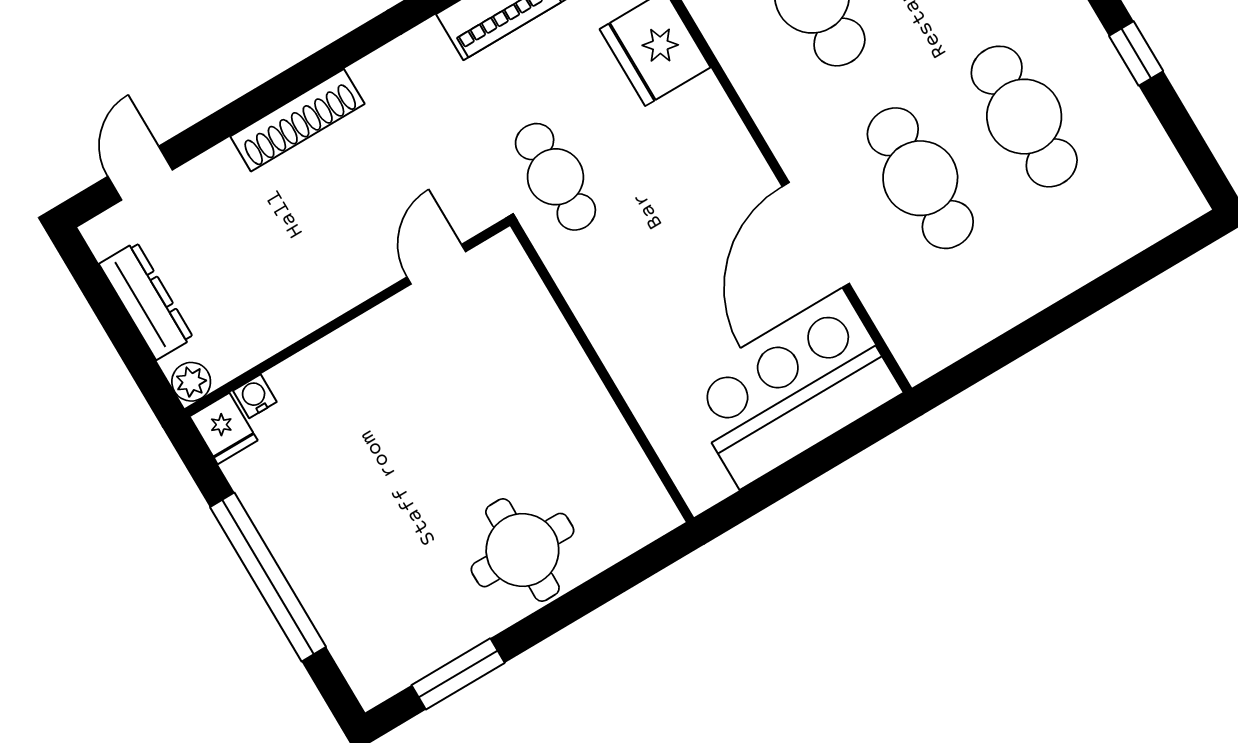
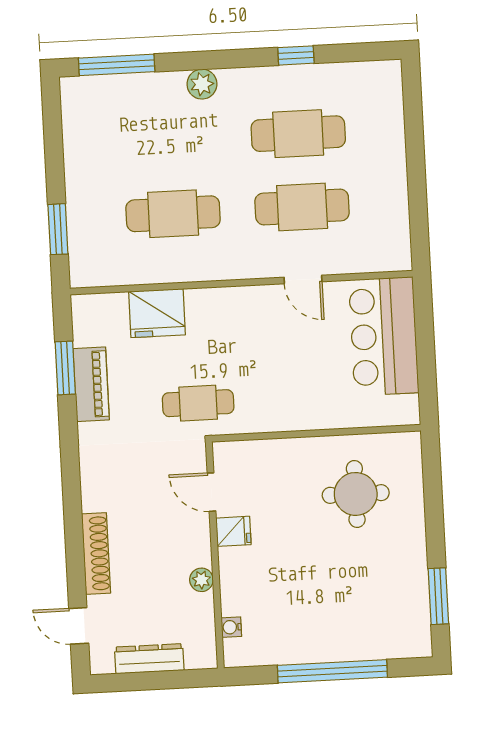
shoe rack: (297, 120) -> (96, 553), moved
door: (816, 235) -> (303, 279), width x0.53
plant: (191, 382) -> (201, 580), moved
fridge: (224, 428) -> (233, 531), moved
round table: (522, 550) -> (356, 494), moved

